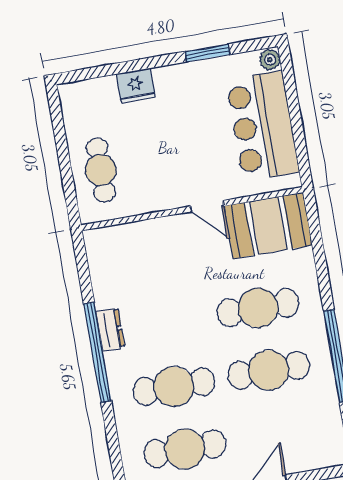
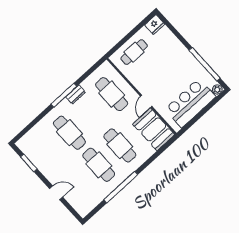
window: (207, 53) -> (205, 64), width x2.11
fridge: (136, 86) -> (155, 25), moved, turned -90
window: (98, 352) -> (64, 95), width x0.68
cafe table: (185, 449) -> (112, 94), moved

